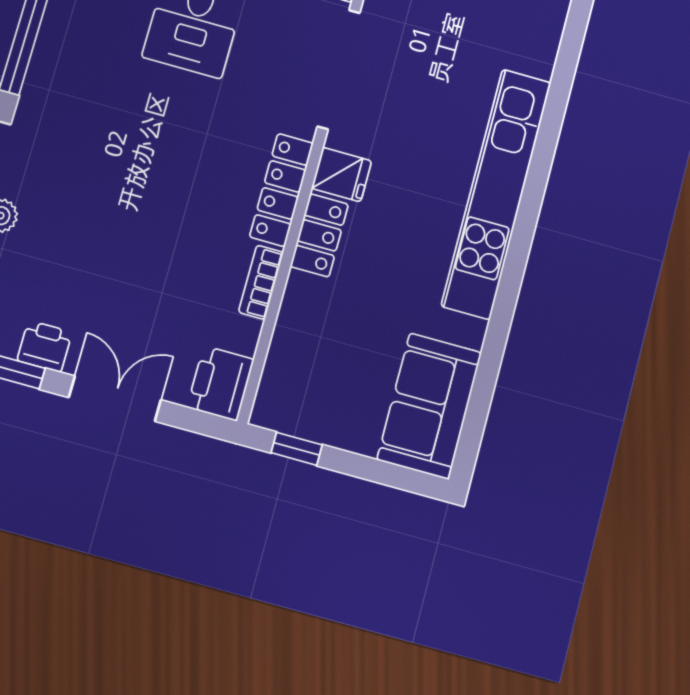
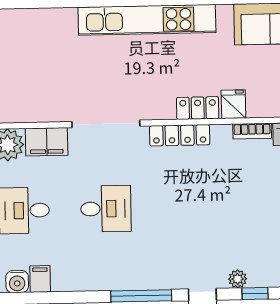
fridge: (342, 175) -> (233, 104), moved
bookcase: (261, 282) -> (252, 131), moved

